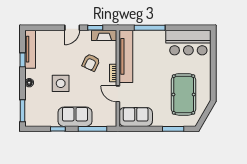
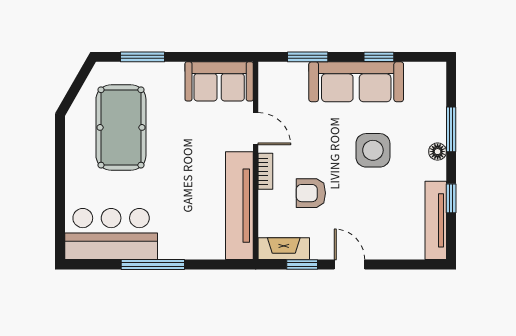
door: (72, 28) -> (349, 264), hinge flipped
window: (150, 28) -> (153, 264), moved
armchair: (91, 62) -> (311, 193), turned -115
window: (23, 111) -> (451, 129), moved
sofa: (75, 117) -> (356, 82), width x1.36
window: (93, 129) -> (308, 57), width x0.69

